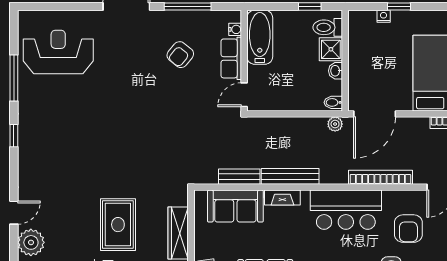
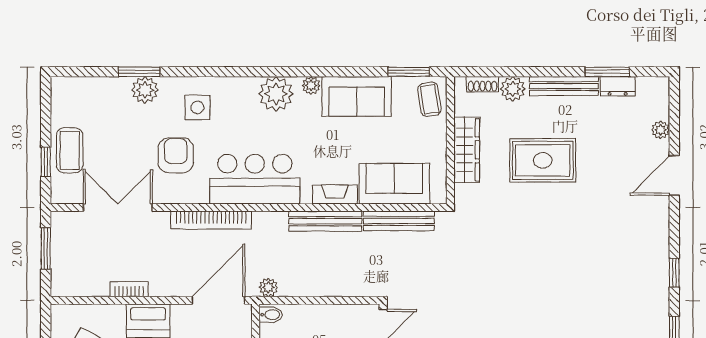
bench: (239, 177) -> (399, 221), width x1.36
door: (14, 213) -> (674, 175), width x1.37
rug: (118, 225) -> (543, 160), turned 90
plant: (31, 242) -> (661, 130), width x0.53, depth x0.53

